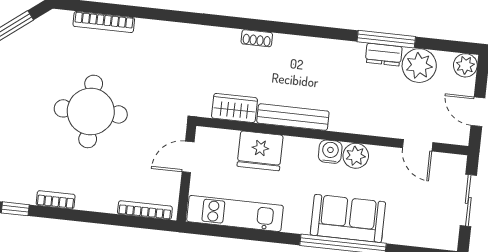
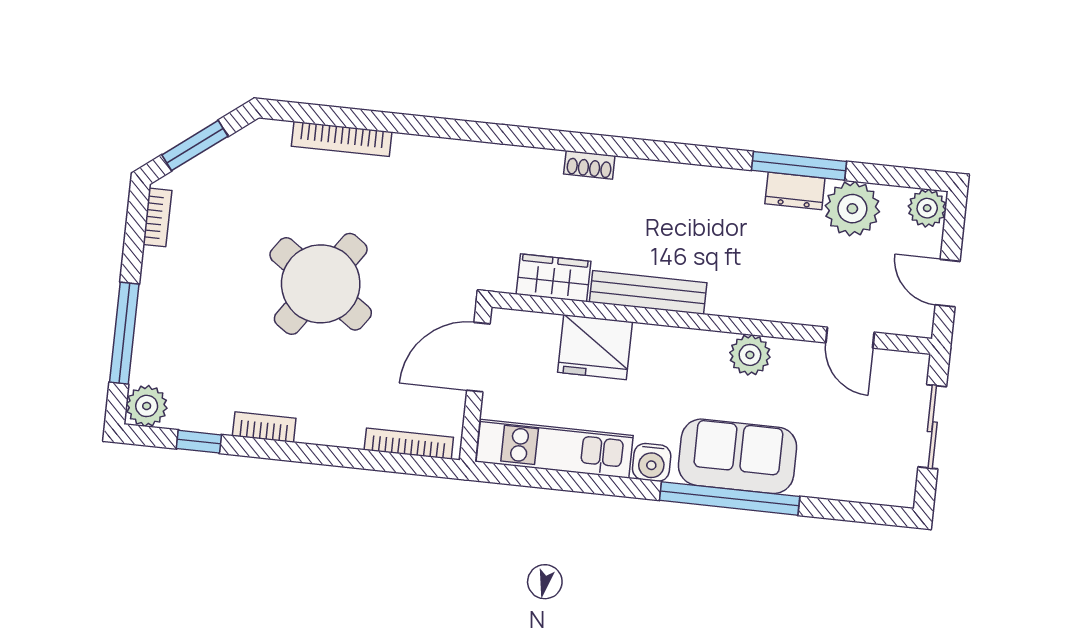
round table: (91, 111) -> (321, 284), turned 35
water cooler: (330, 152) -> (652, 462), moved, turned 180
door: (188, 157) -> (478, 357), width x1.38

